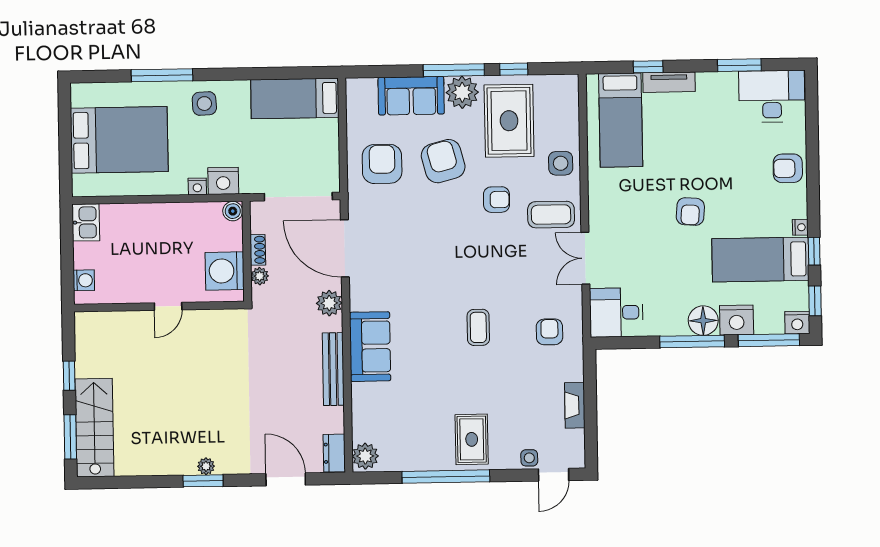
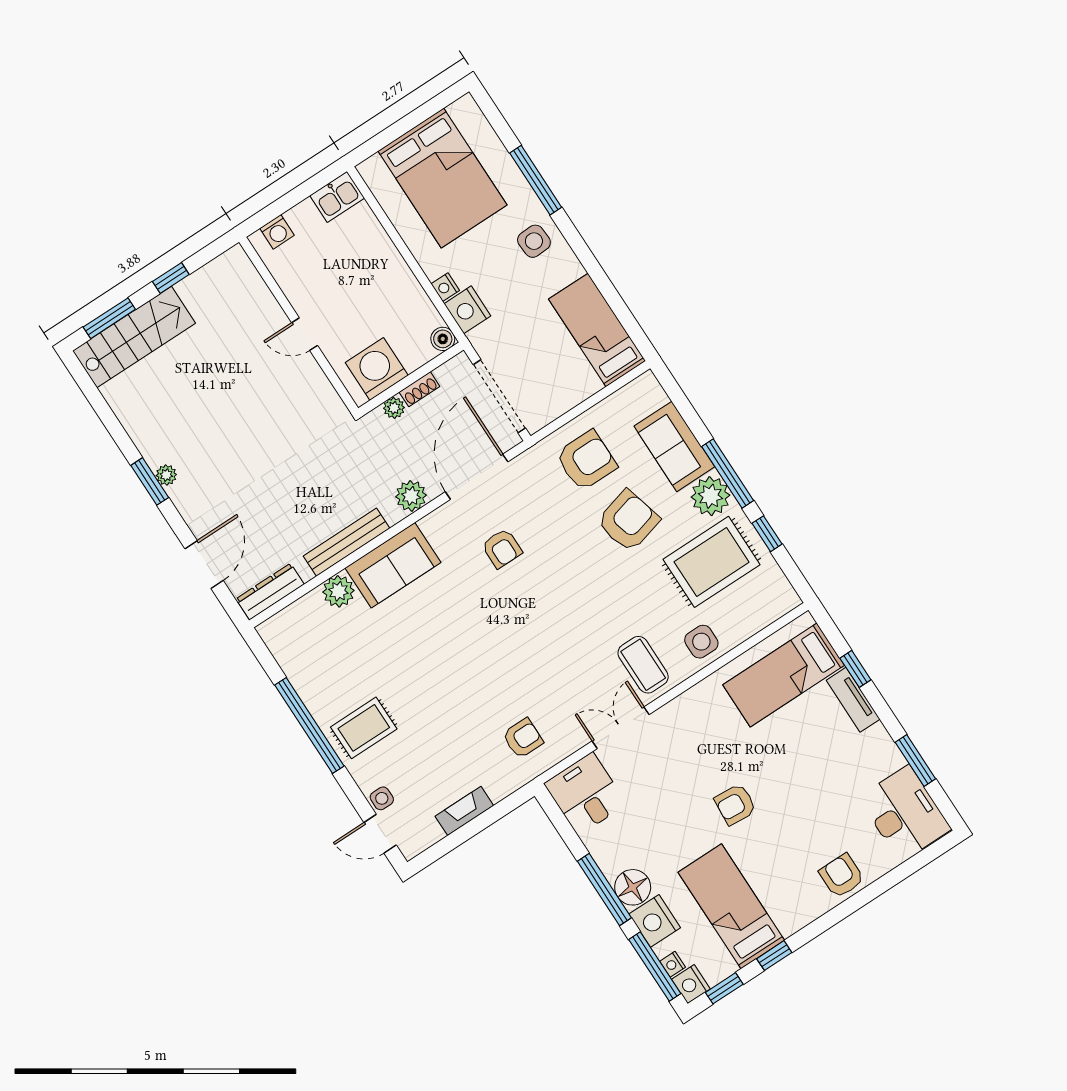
armchair: (496, 200) -> (502, 548), moved
nightstand: (800, 227) -> (673, 964), moved, turned 90
coffee table: (478, 327) -> (482, 663), removed
dresser: (334, 453) -> (270, 592), width x1.44
plant: (365, 456) -> (338, 591), moved

